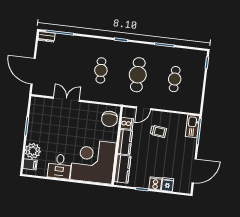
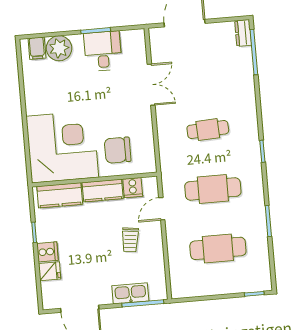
cafe table: (175, 79) -> (218, 248), width x1.37, depth x1.35
door: (143, 108) -> (162, 209), hinge flipped
chair: (109, 119) -> (118, 150), moved
kitchen sink: (192, 126) -> (130, 293), moved
desk: (60, 166) -> (103, 51), moved, turned 90

